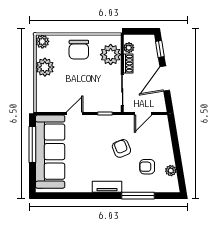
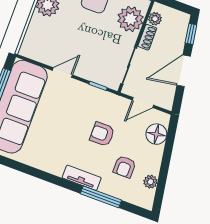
floor lamp: (162, 133) -> (156, 134), added
armchair: (121, 148) -> (102, 134), turned -68
armchair: (147, 167) -> (124, 167), turned -90
tv unit: (107, 187) -> (82, 178), moved

